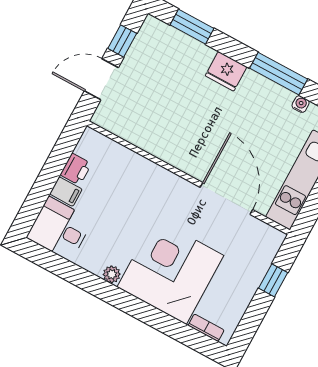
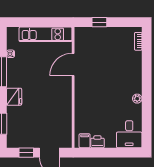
filing cabinet: (66, 192) -> (85, 141), moved
door: (226, 198) -> (73, 64), width x0.73
corner desk: (170, 271) -> (121, 72), removed

